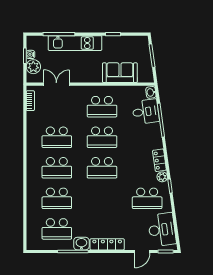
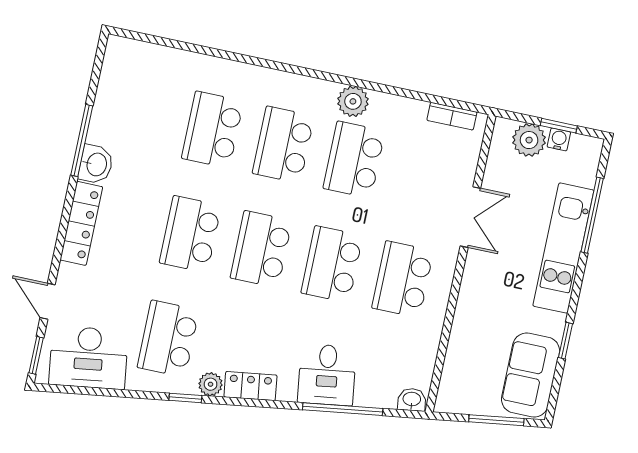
sofa: (120, 73) -> (530, 375), moved, turned 180
double door: (56, 84) -> (470, 217), moved
desk: (146, 112) -> (327, 375), moved
plant: (33, 143) -> (353, 101), added
school desk: (57, 229) -> (190, 234), moved

